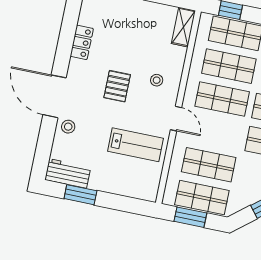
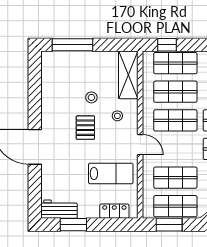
shelving: (183, 27) -> (128, 75), width x1.50, depth x1.33
locker: (82, 42) -> (114, 211), moved, turned -90
stool: (68, 127) -> (91, 97), moved

